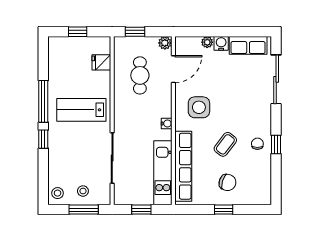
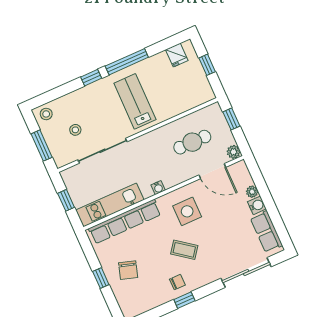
fridge: (101, 62) -> (177, 55), moved, turned 180
coffee table: (225, 144) -> (184, 250), moved
stool: (83, 191) -> (75, 130), moved

